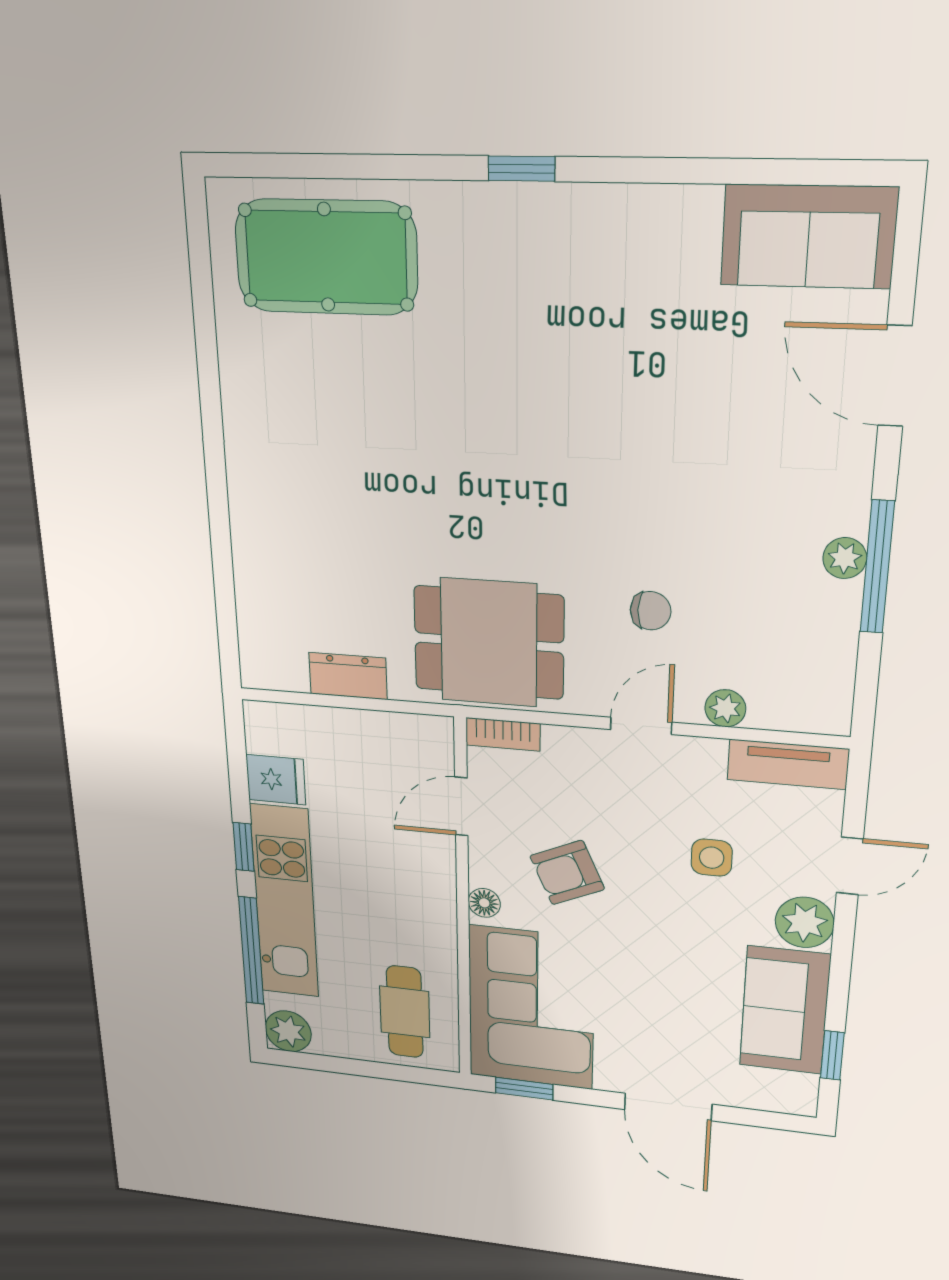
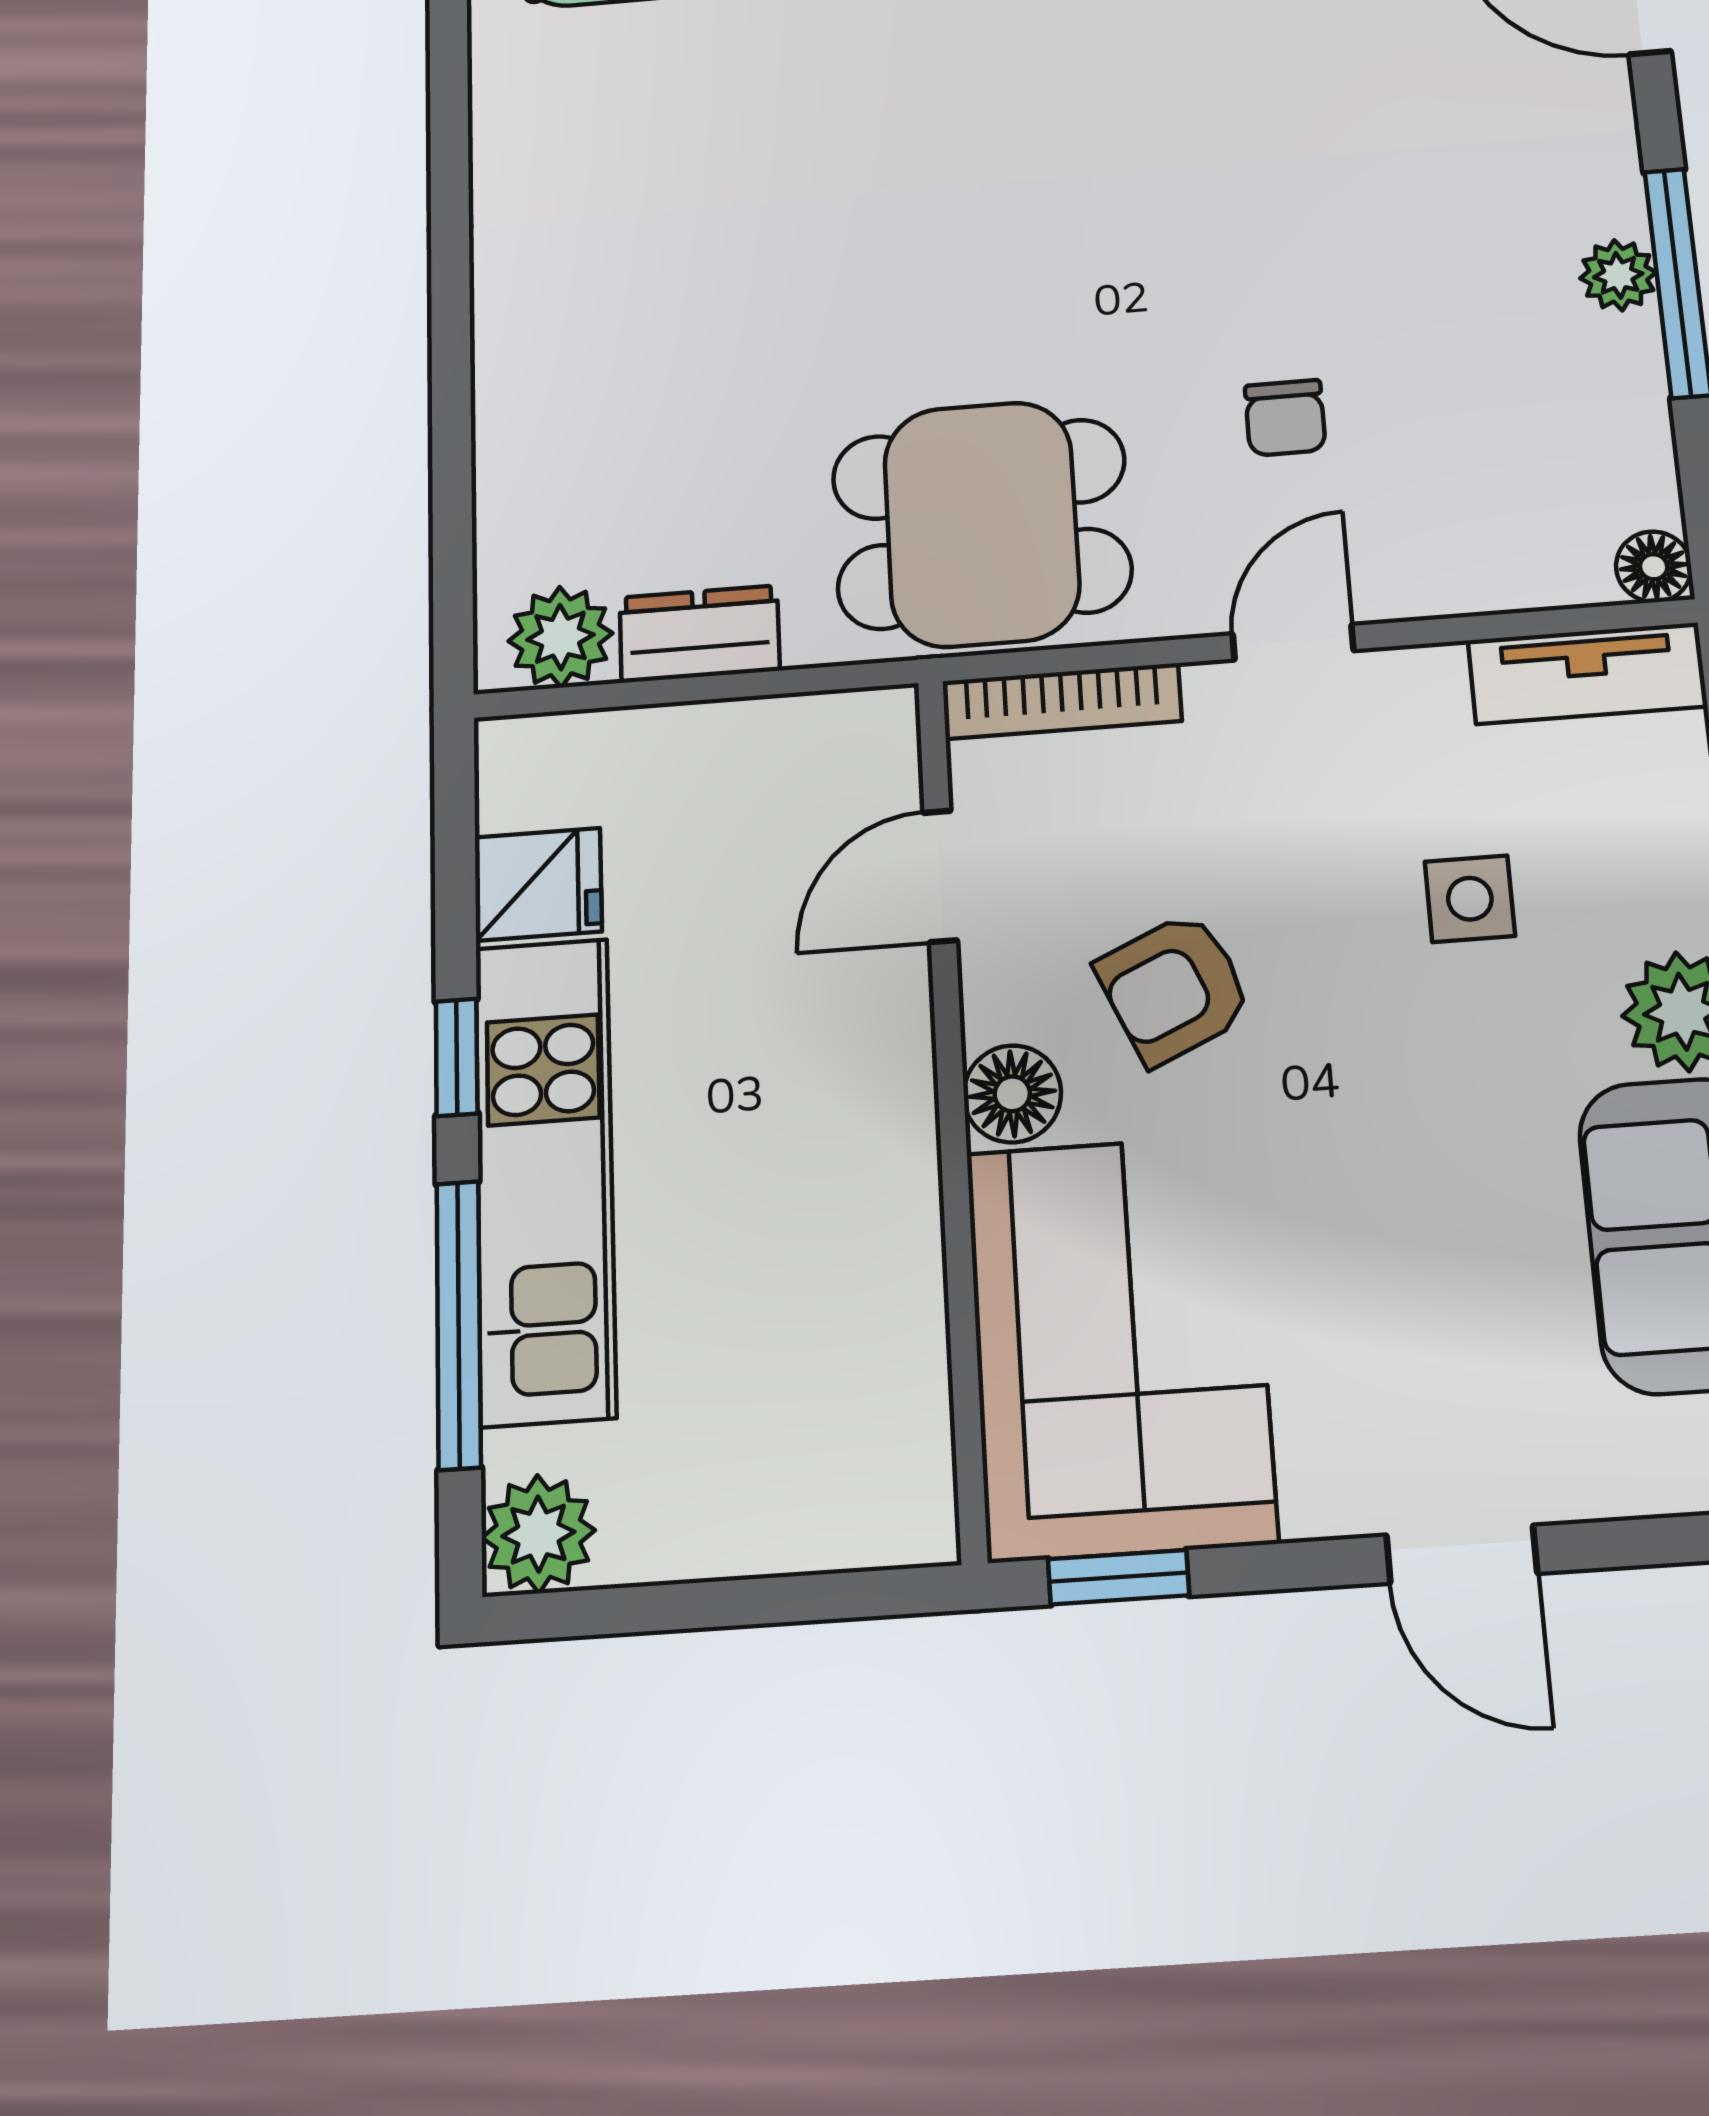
chair: (651, 611) -> (1285, 418), turned 90
plant: (725, 708) -> (560, 637), moved, width x1.38, depth x1.38
floor lamp: (832, 718) -> (1654, 567), added
bookcase: (503, 734) -> (1062, 701), width x1.56
floor lamp: (484, 903) -> (1012, 1094), width x1.37, depth x1.37
cafe table: (405, 1012) -> (825, 1418), removed
door: (668, 1107) -> (1462, 1554), width x0.73

